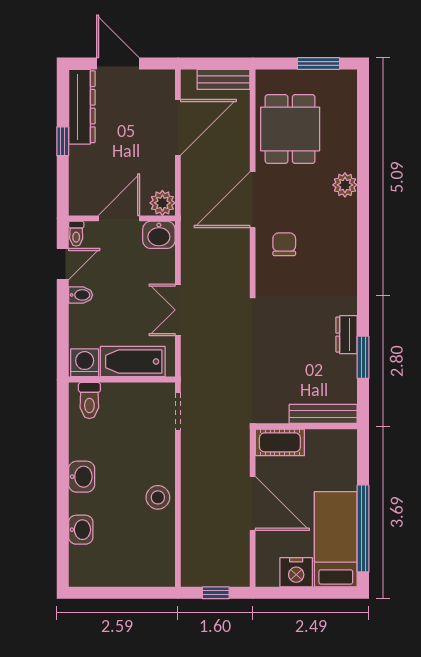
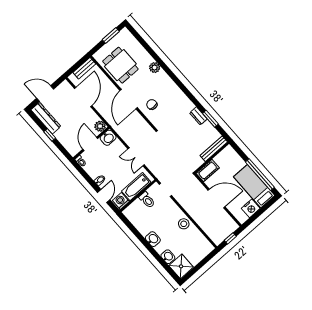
door: (63, 264) -> (104, 196), moved
toilet: (89, 400) -> (147, 200), moved
shower: (89, 566) -> (181, 266), added

